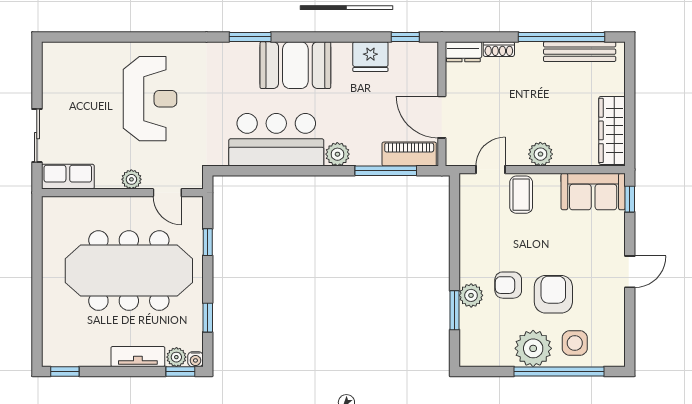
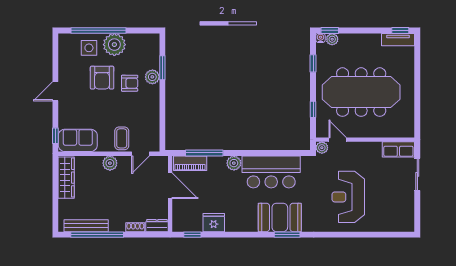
booth: (295, 65) -> (280, 217), moved
plant: (131, 179) -> (322, 148), moved
tv unit: (138, 357) -> (398, 40), moved

